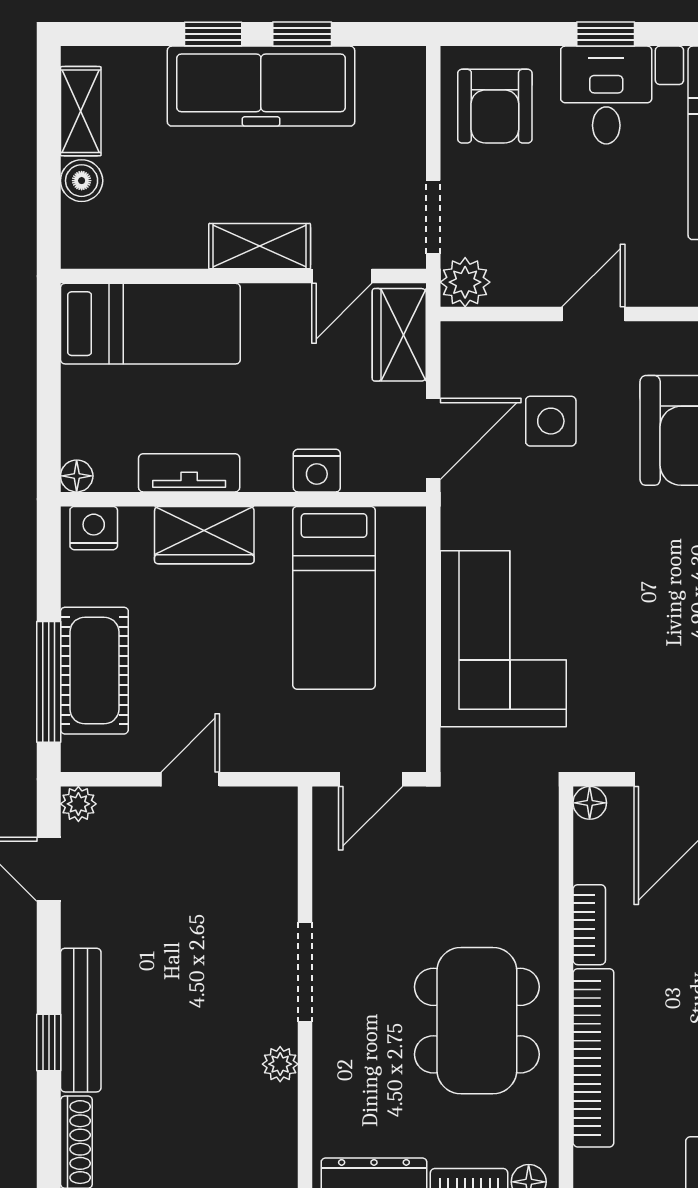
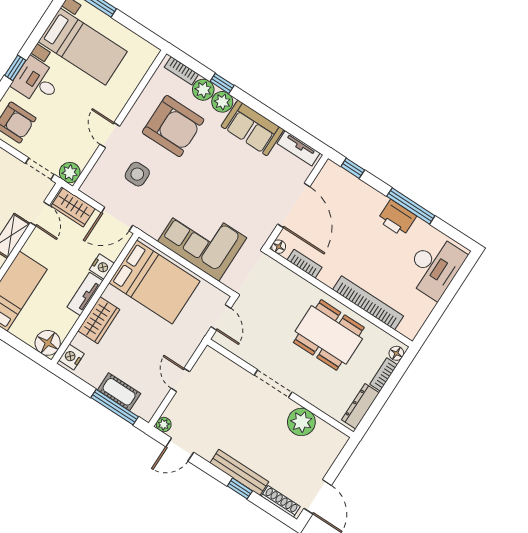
door: (433, 439) -> (117, 219), swing flipped
tv unit: (189, 473) -> (85, 294), moved
floor lamp: (77, 476) -> (48, 343), width x1.89, depth x1.89
bed: (334, 598) -> (154, 282), width x1.50
cot: (94, 671) -> (119, 392), width x0.73, depth x0.75
bookcase: (589, 925) -> (304, 264), moved
plant: (280, 1064) -> (301, 422), width x1.88, depth x1.88

